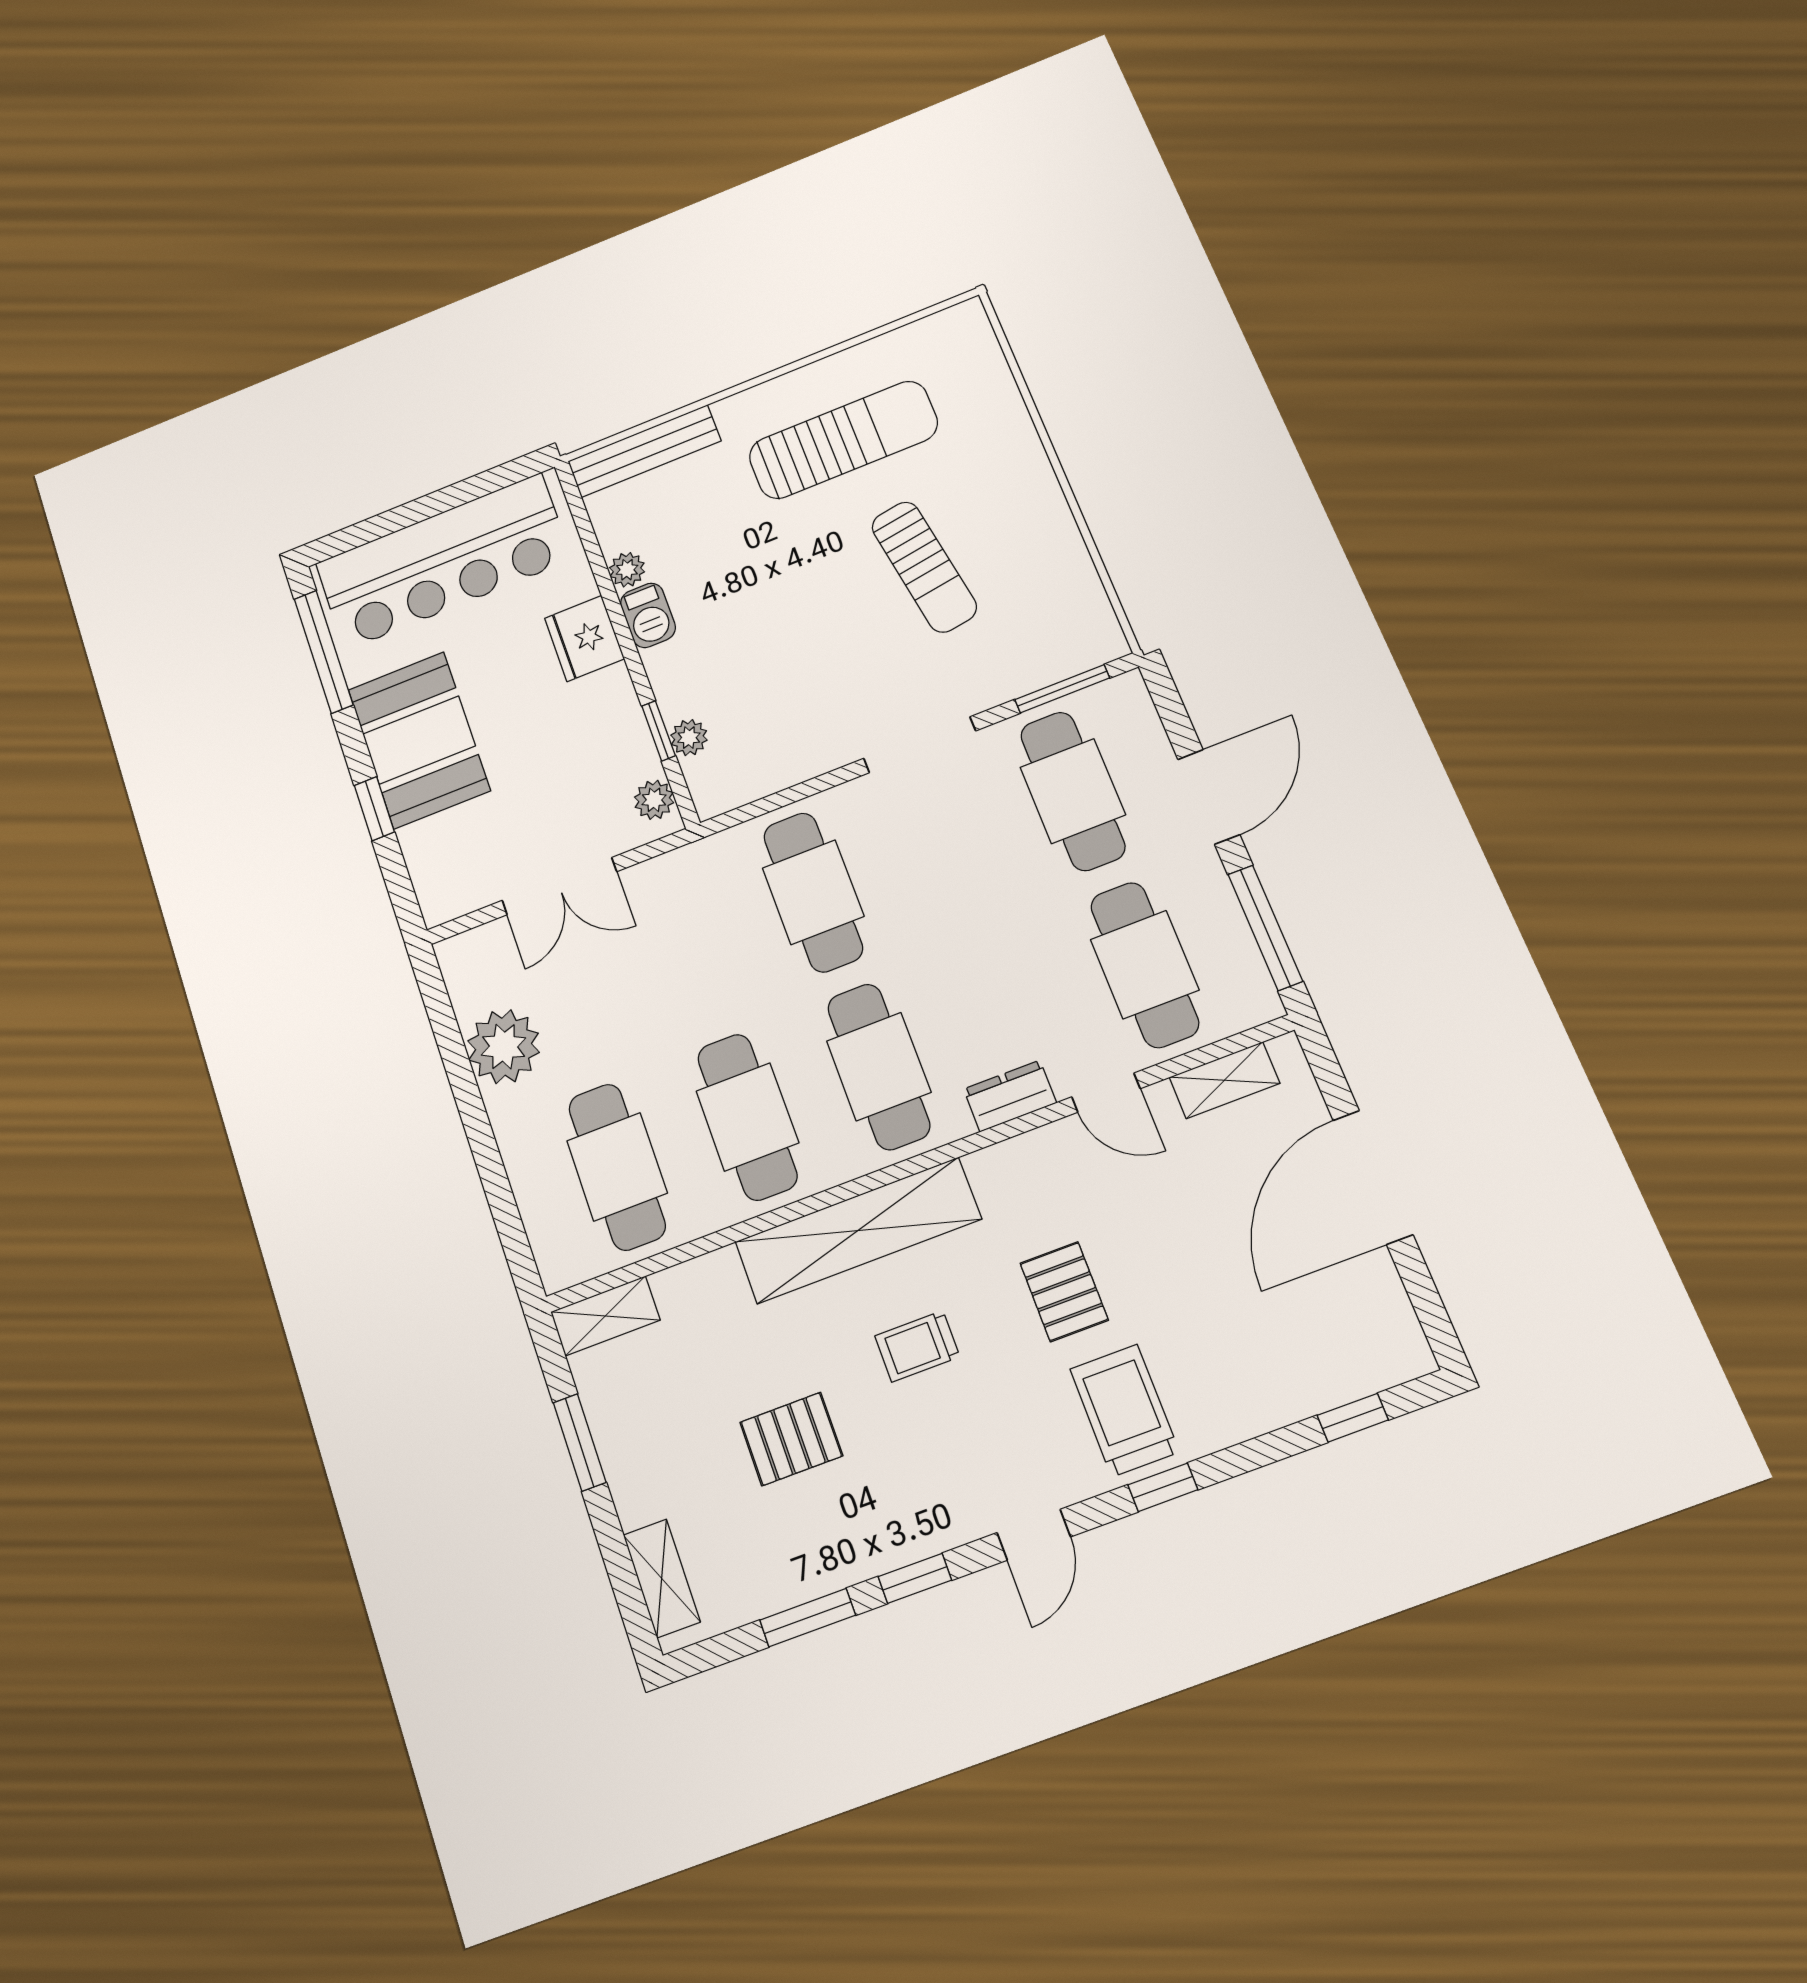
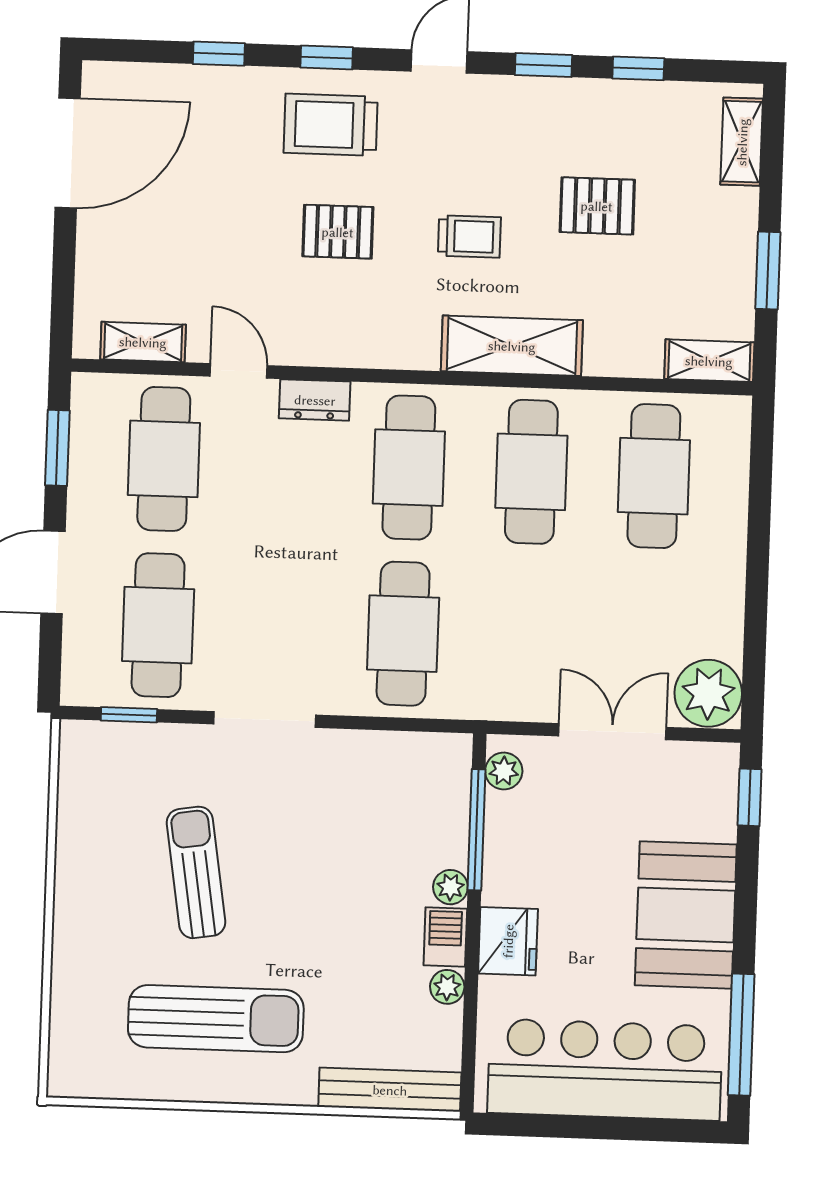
sun lounger: (843, 440) -> (216, 1019), turned 180
window: (1062, 689) -> (129, 715), width x0.67
window: (658, 731) -> (476, 830), width x2.17
plant: (689, 738) -> (450, 887), moved
window: (374, 809) -> (750, 797), moved
window: (1265, 928) -> (57, 448), width x0.69
plant: (504, 1047) -> (708, 693), moved
door: (1373, 1177) -> (68, 153), moved
shelving: (858, 1231) -> (512, 346), width x0.68
pallet: (1064, 1292) -> (338, 232), turned 90
trolley: (1124, 1410) -> (331, 125), turned 90
window: (1353, 1418) -> (219, 54), moved
window: (808, 1618) -> (638, 68), width x0.67

